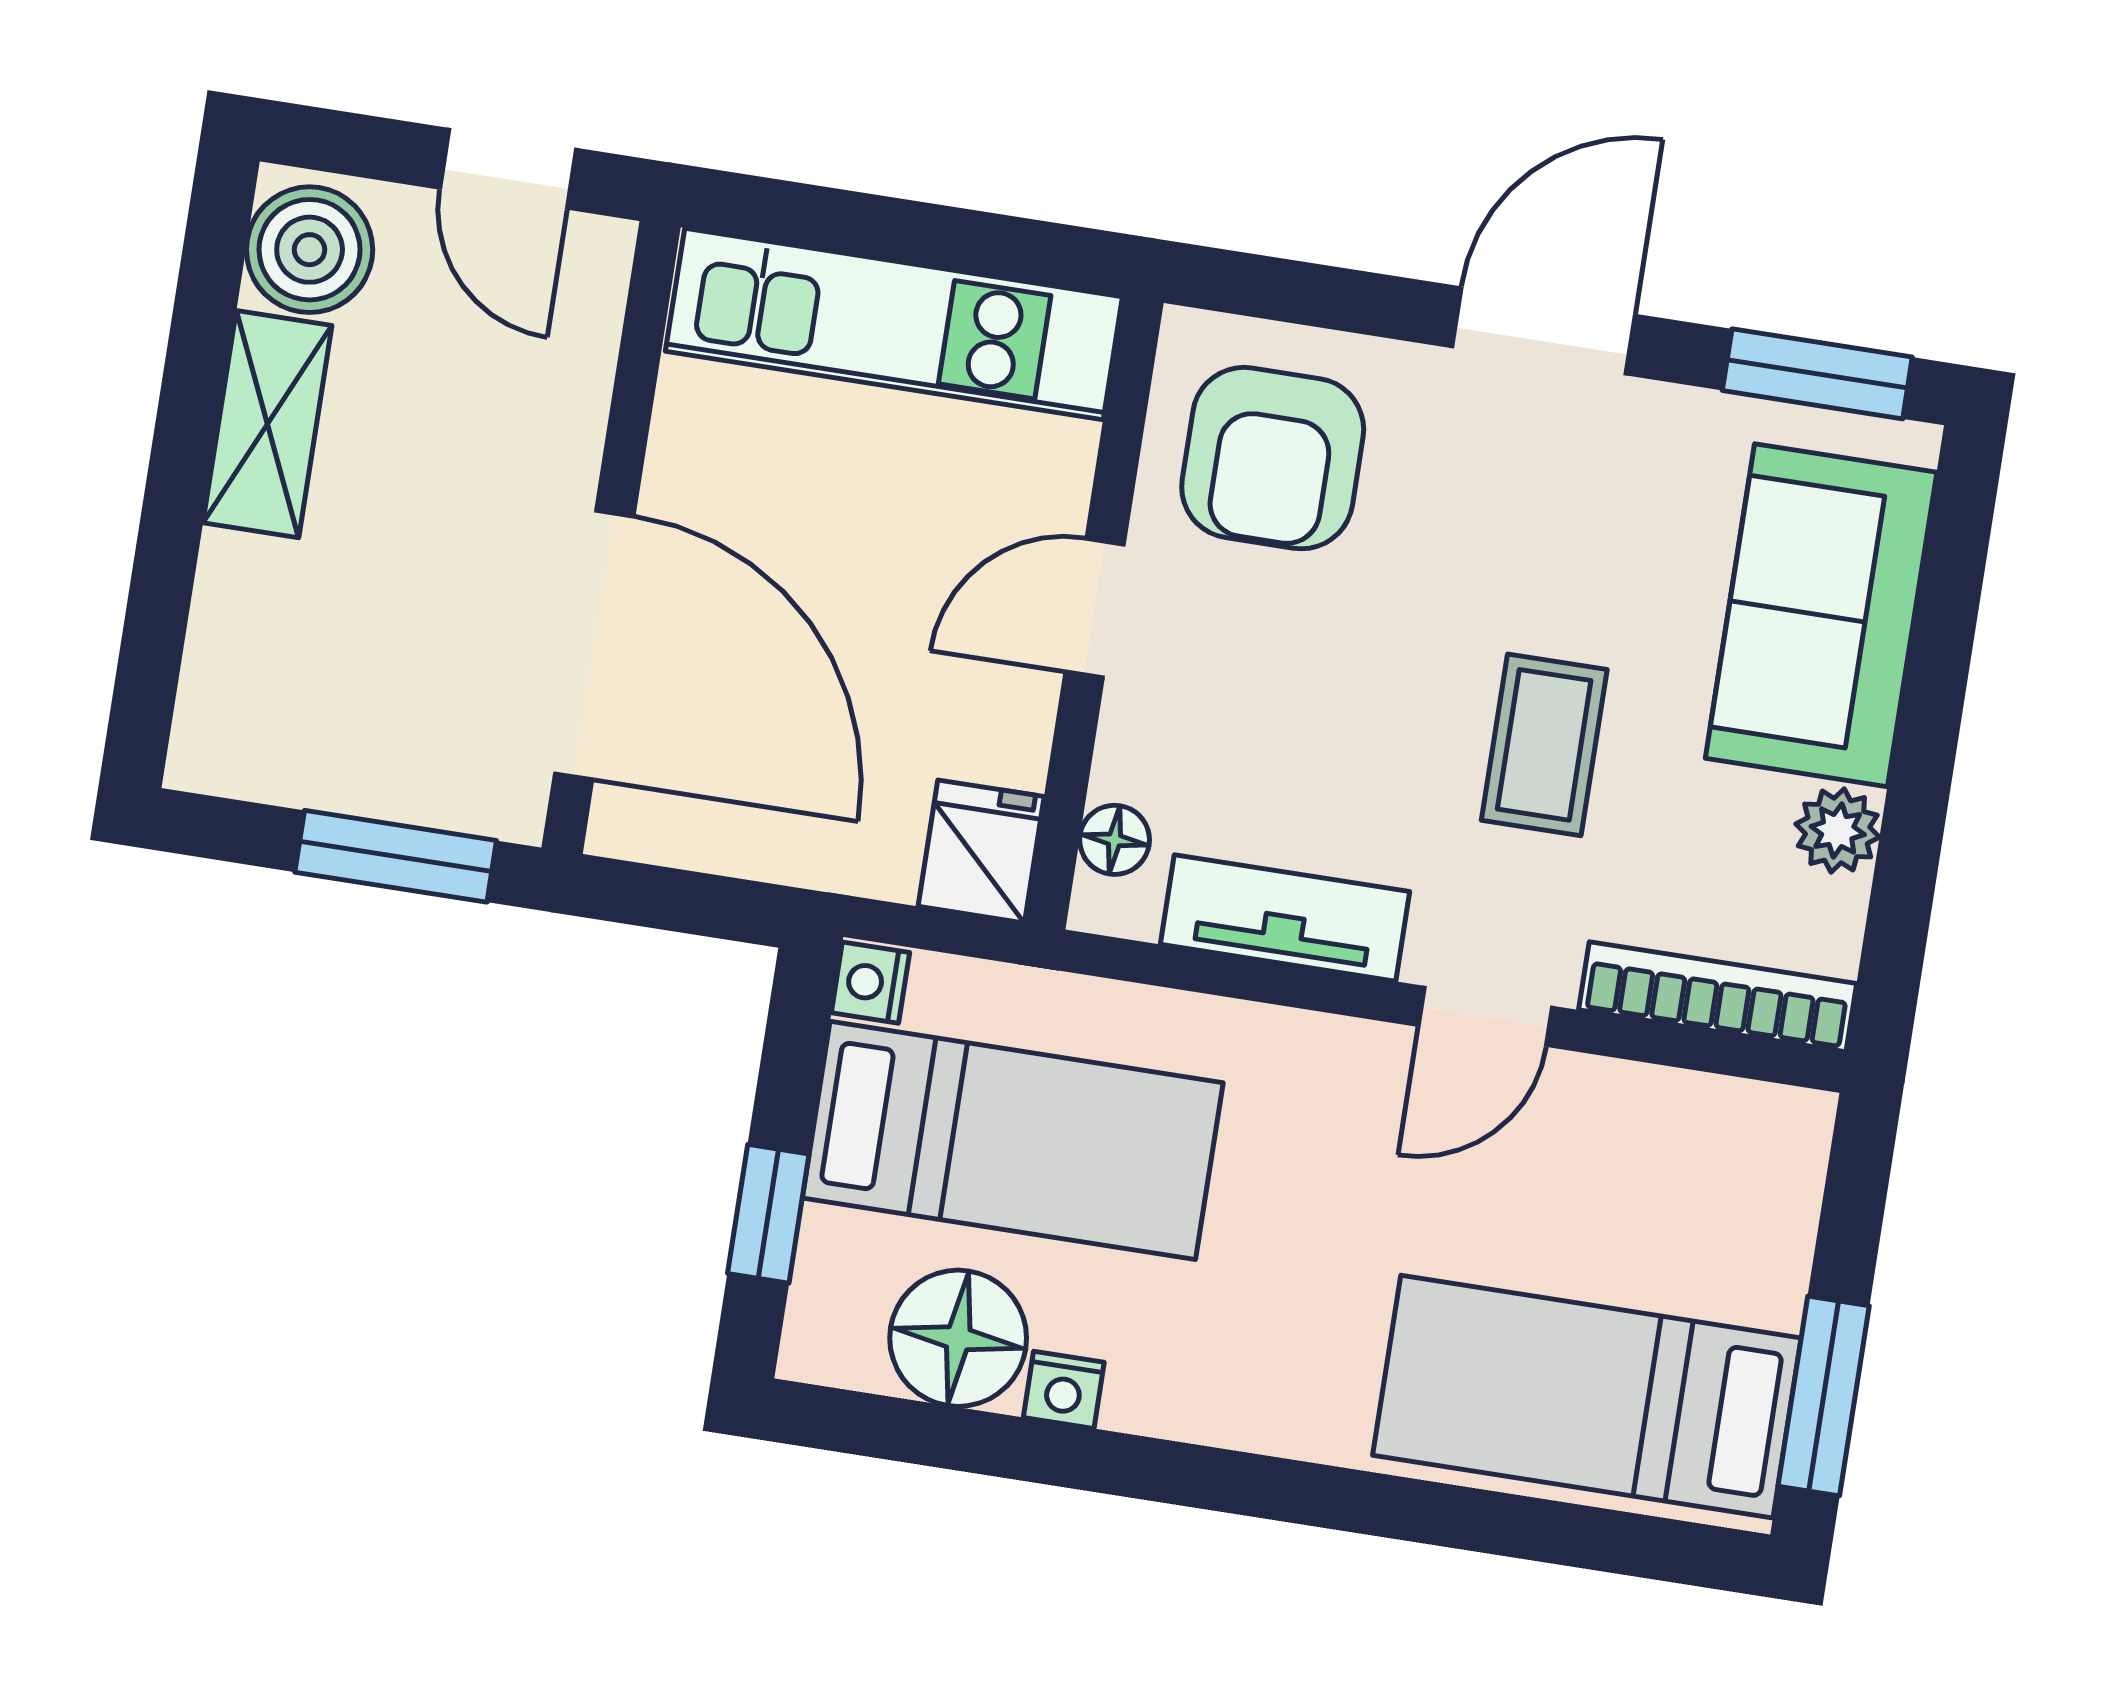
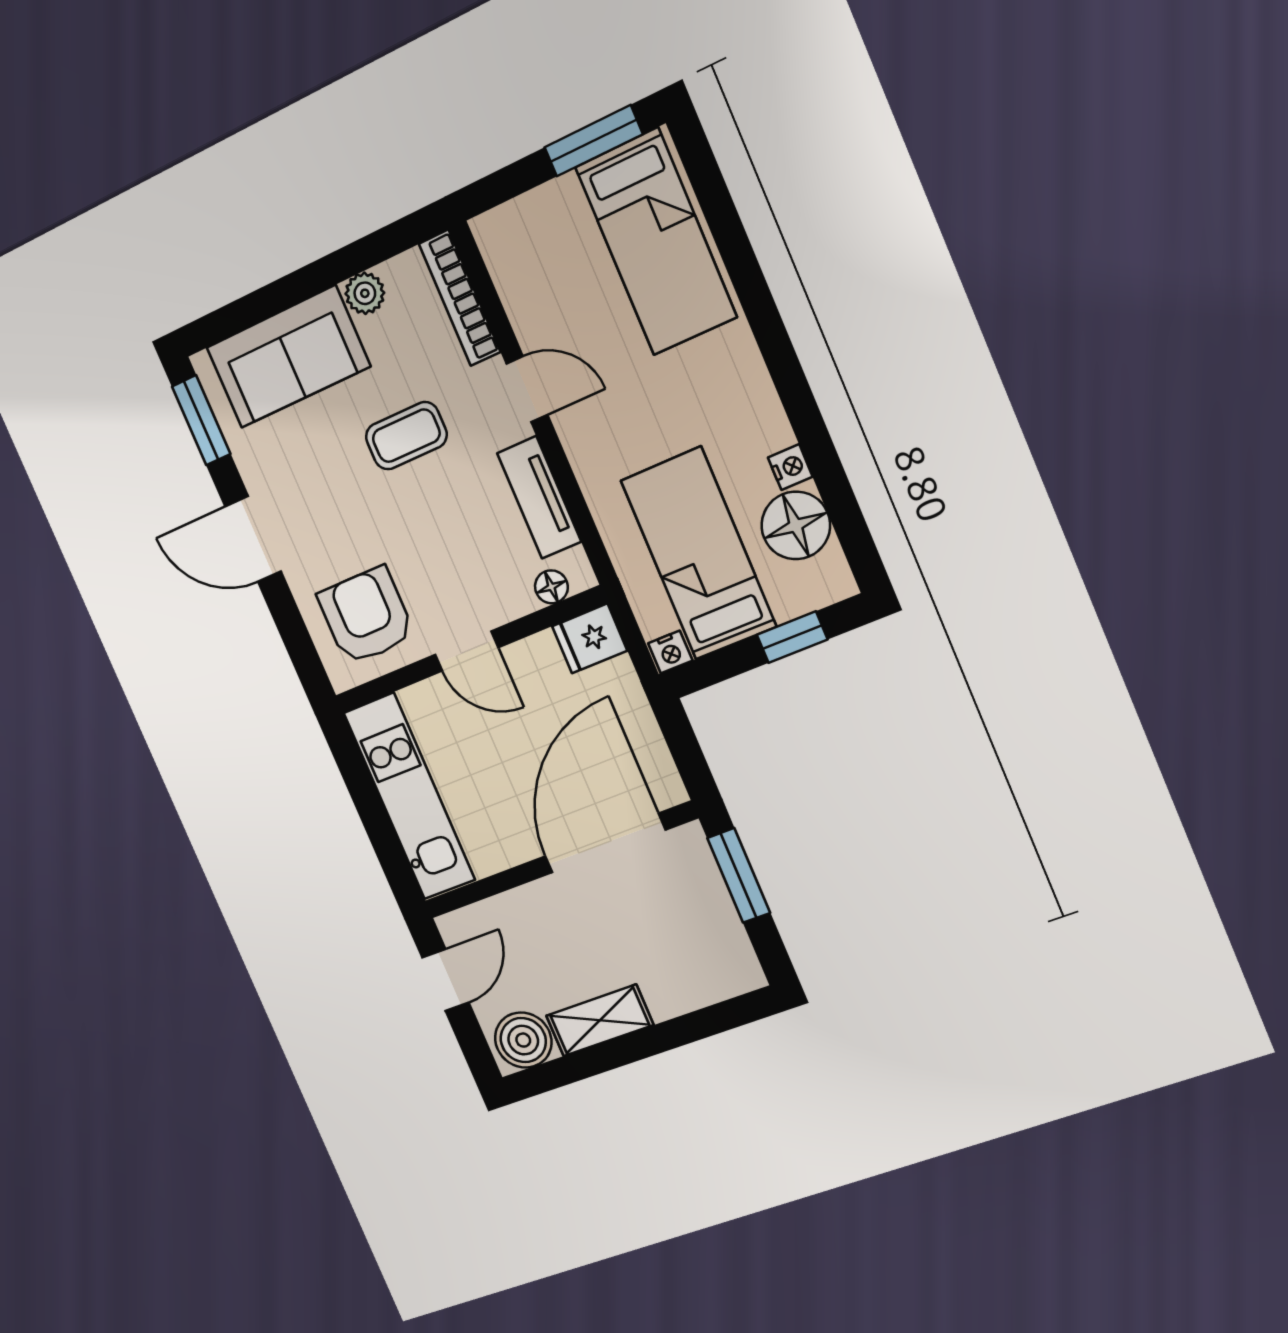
armchair: (1273, 458) -> (366, 616), turned -90

